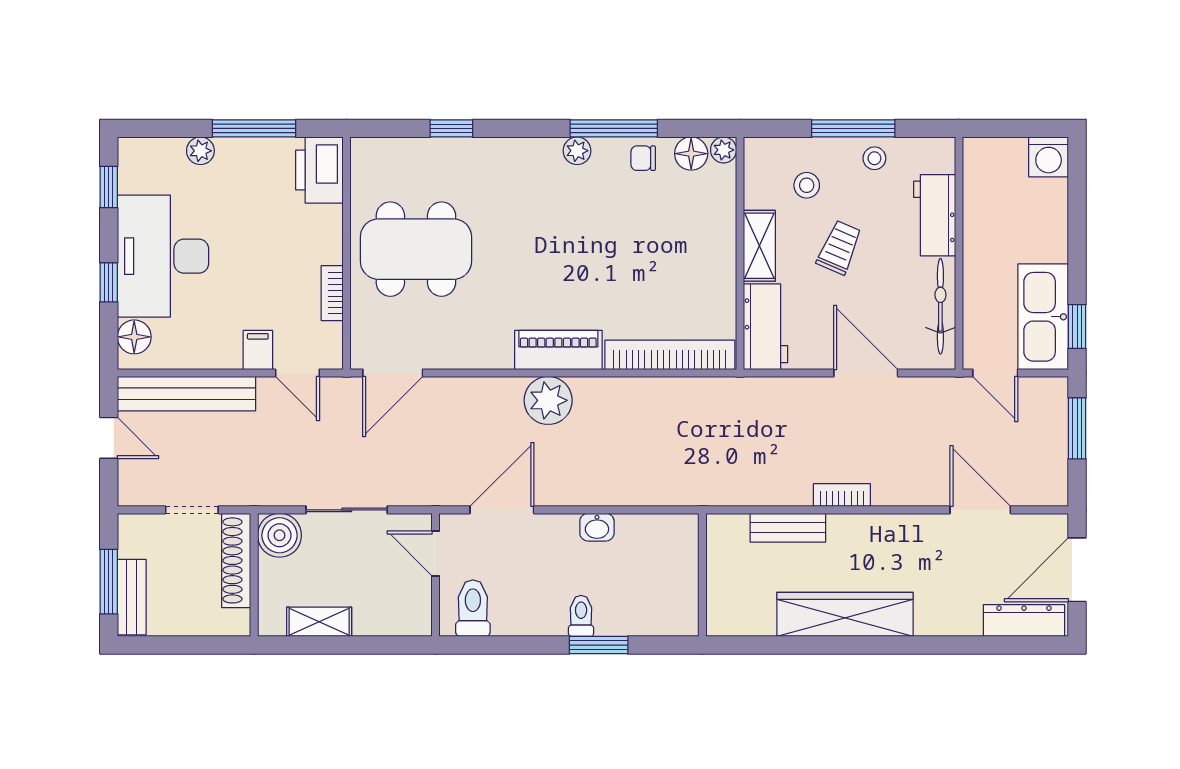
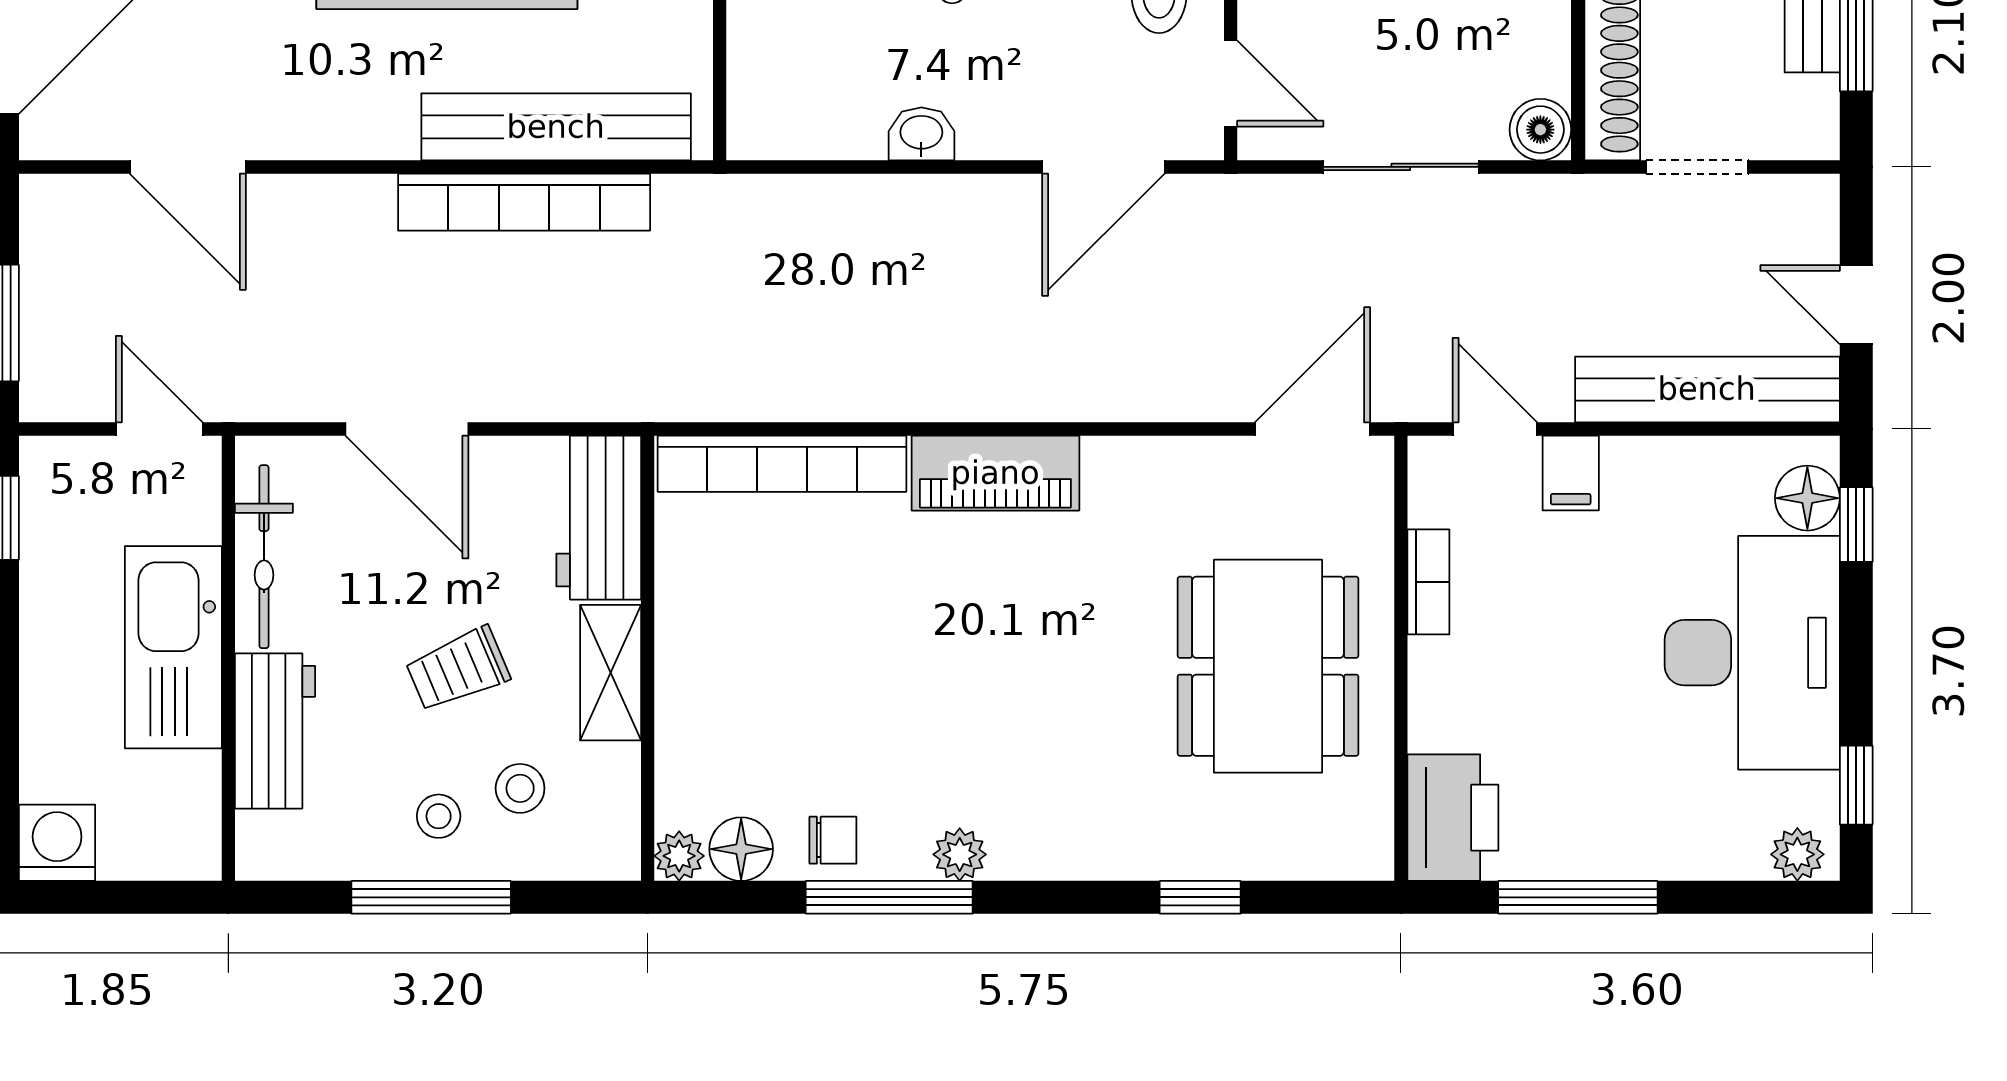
plant: (200, 151) -> (1797, 854), moved
stool: (874, 158) -> (439, 816), moved
trolley: (839, 248) -> (458, 669), turned 44
dining table: (416, 249) -> (1268, 666), turned 90
window: (109, 282) -> (1856, 525), moved
kitchen sink: (1043, 317) -> (173, 647), moved, turned 180
plant: (548, 400) -> (1015, 376), removed
bookcase: (842, 495) -> (524, 202), width x2.31, depth x1.31
bench: (788, 528) -> (556, 127), width x1.86, depth x1.21
boiler: (280, 535) -> (1540, 130), width x0.73, depth x0.73

